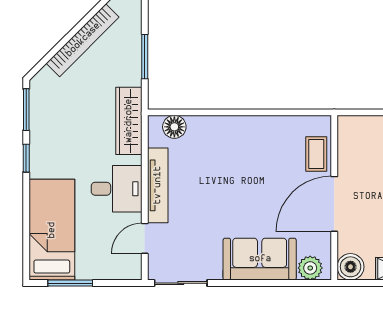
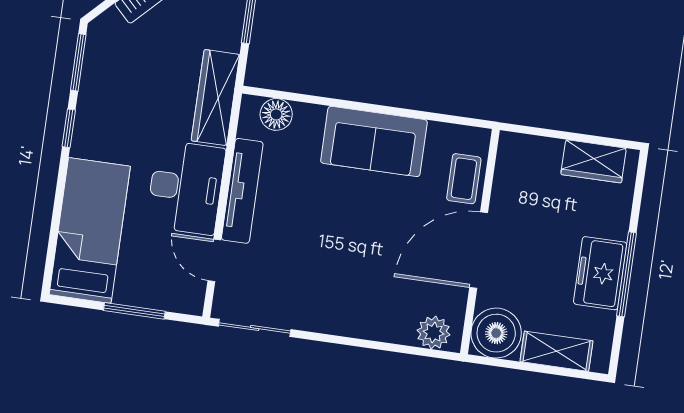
desk: (117, 189) -> (186, 187), width x1.37
door: (145, 238) -> (214, 260), hinge flipped
sofa: (260, 259) -> (374, 141), moved, turned 180
boiler: (351, 267) -> (496, 333), width x1.37, depth x1.37
window: (70, 283) -> (134, 311), moved

